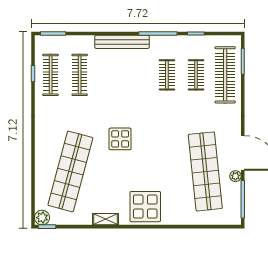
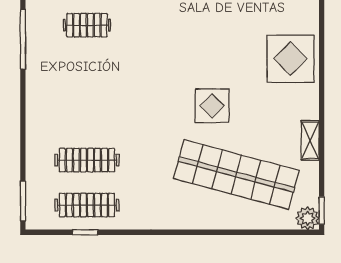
bench: (122, 42) -> (36, 95), removed
display table: (120, 139) -> (212, 106), moved
shelving: (106, 219) -> (310, 140), moved

